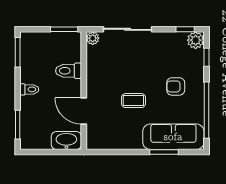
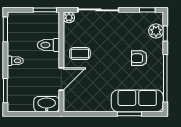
plant: (196, 40) -> (156, 31), moved
coffee table: (133, 101) -> (80, 54), moved
door: (84, 111) -> (61, 79), swing flipped

